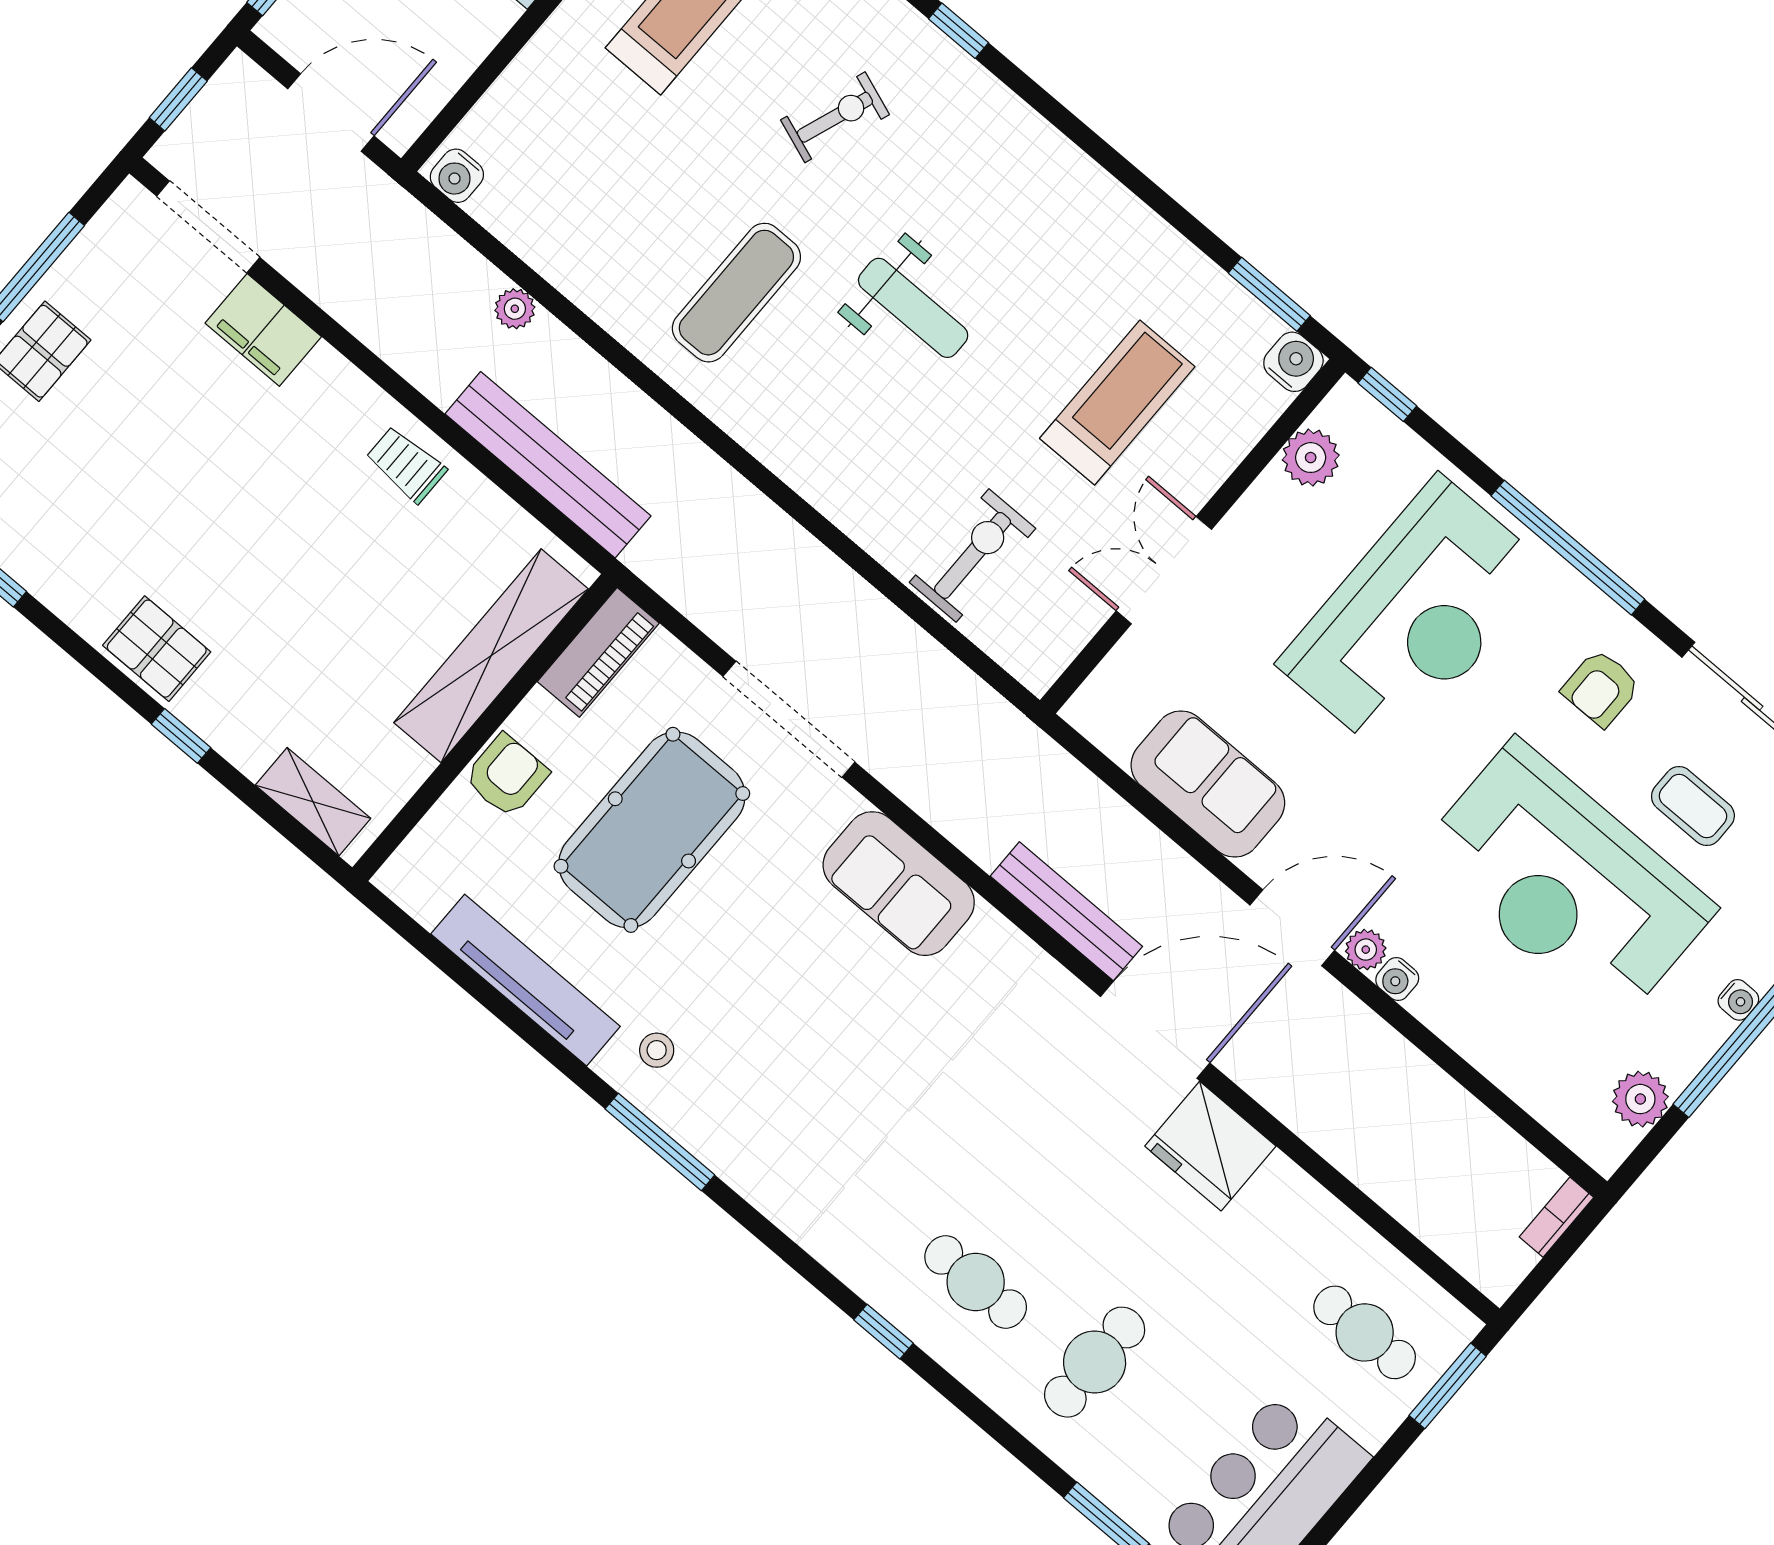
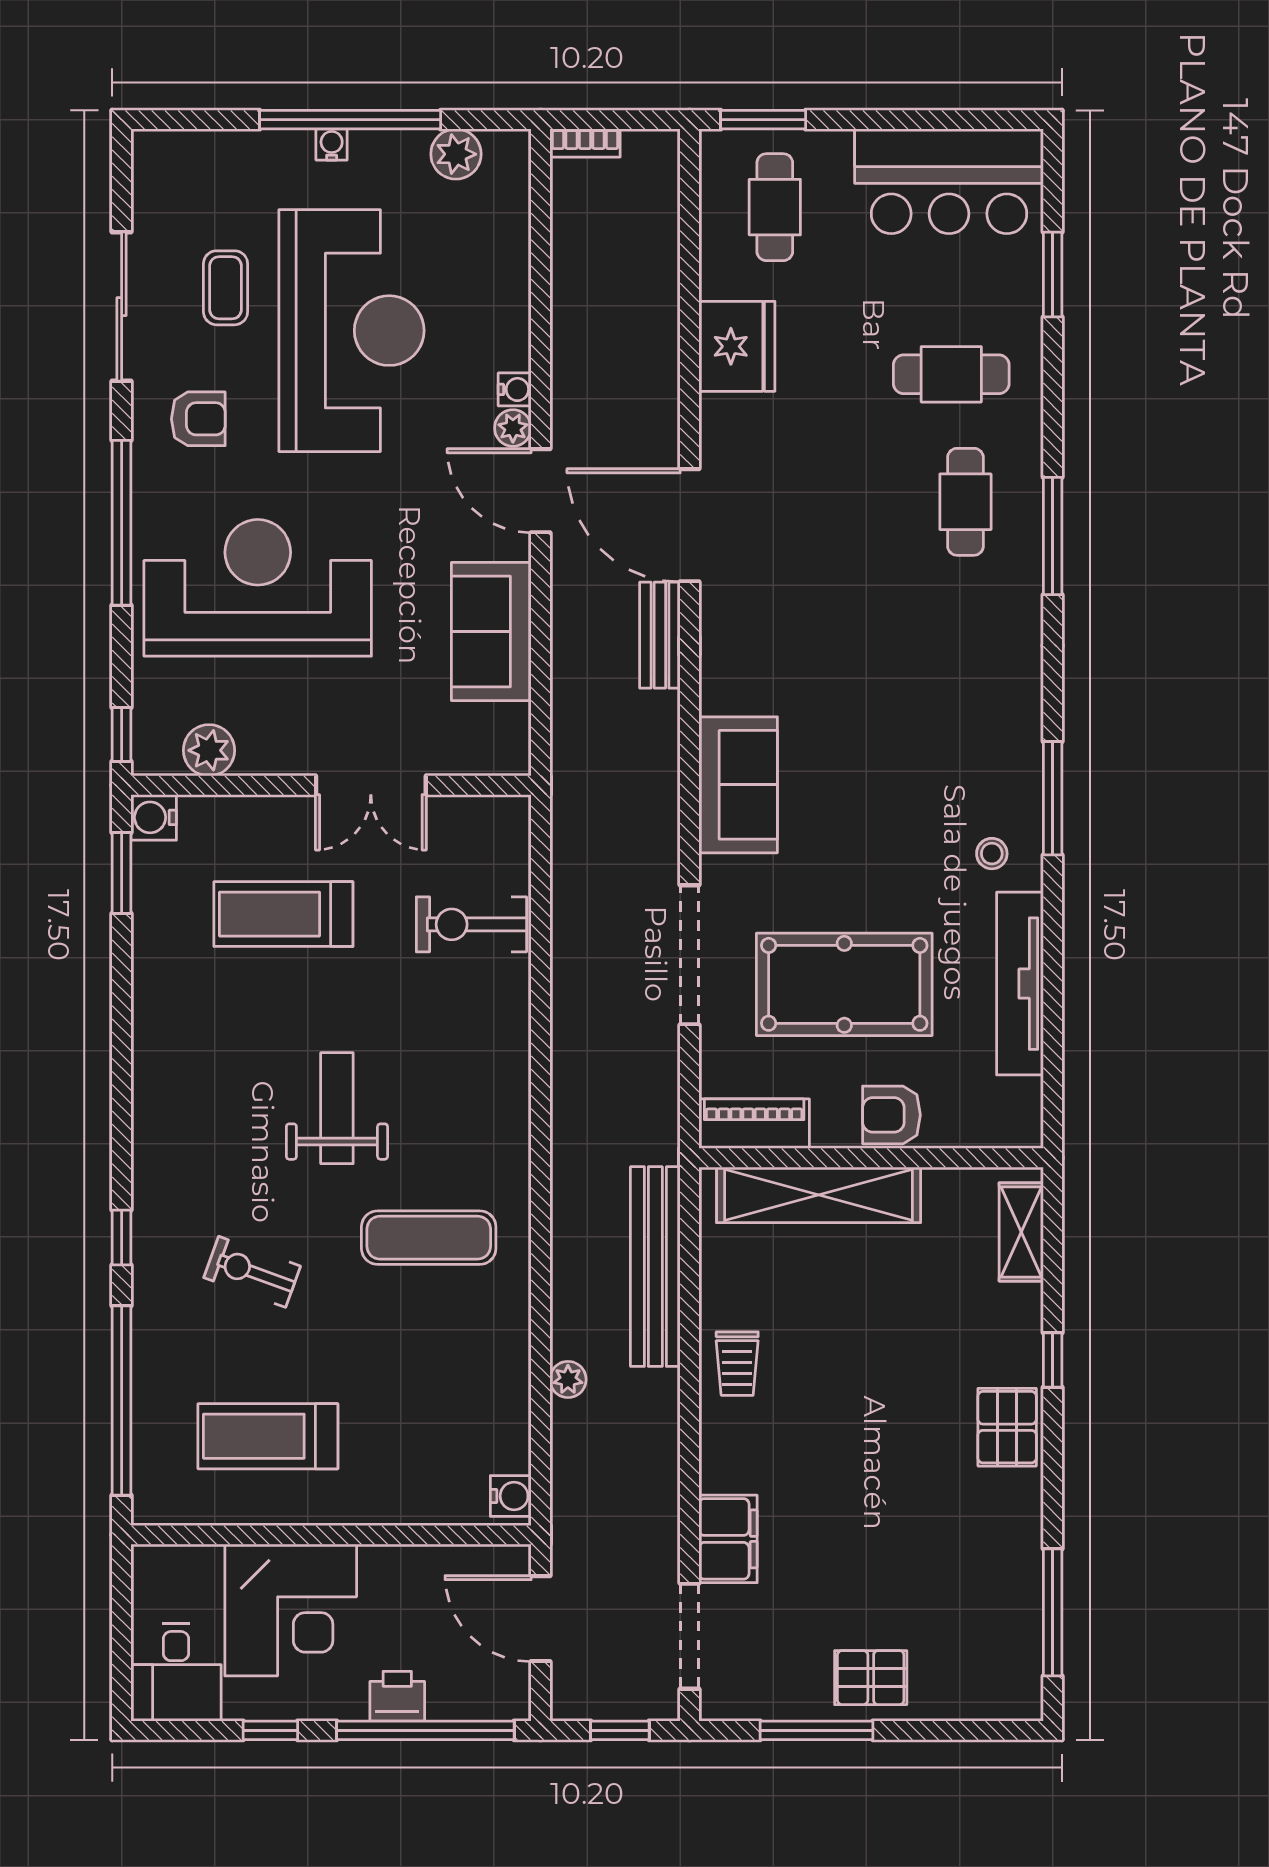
bench: (1066, 911) -> (660, 635), width x0.73
fridge: (1210, 1146) -> (737, 346), moved
window: (883, 1332) -> (1053, 536), width x2.17

